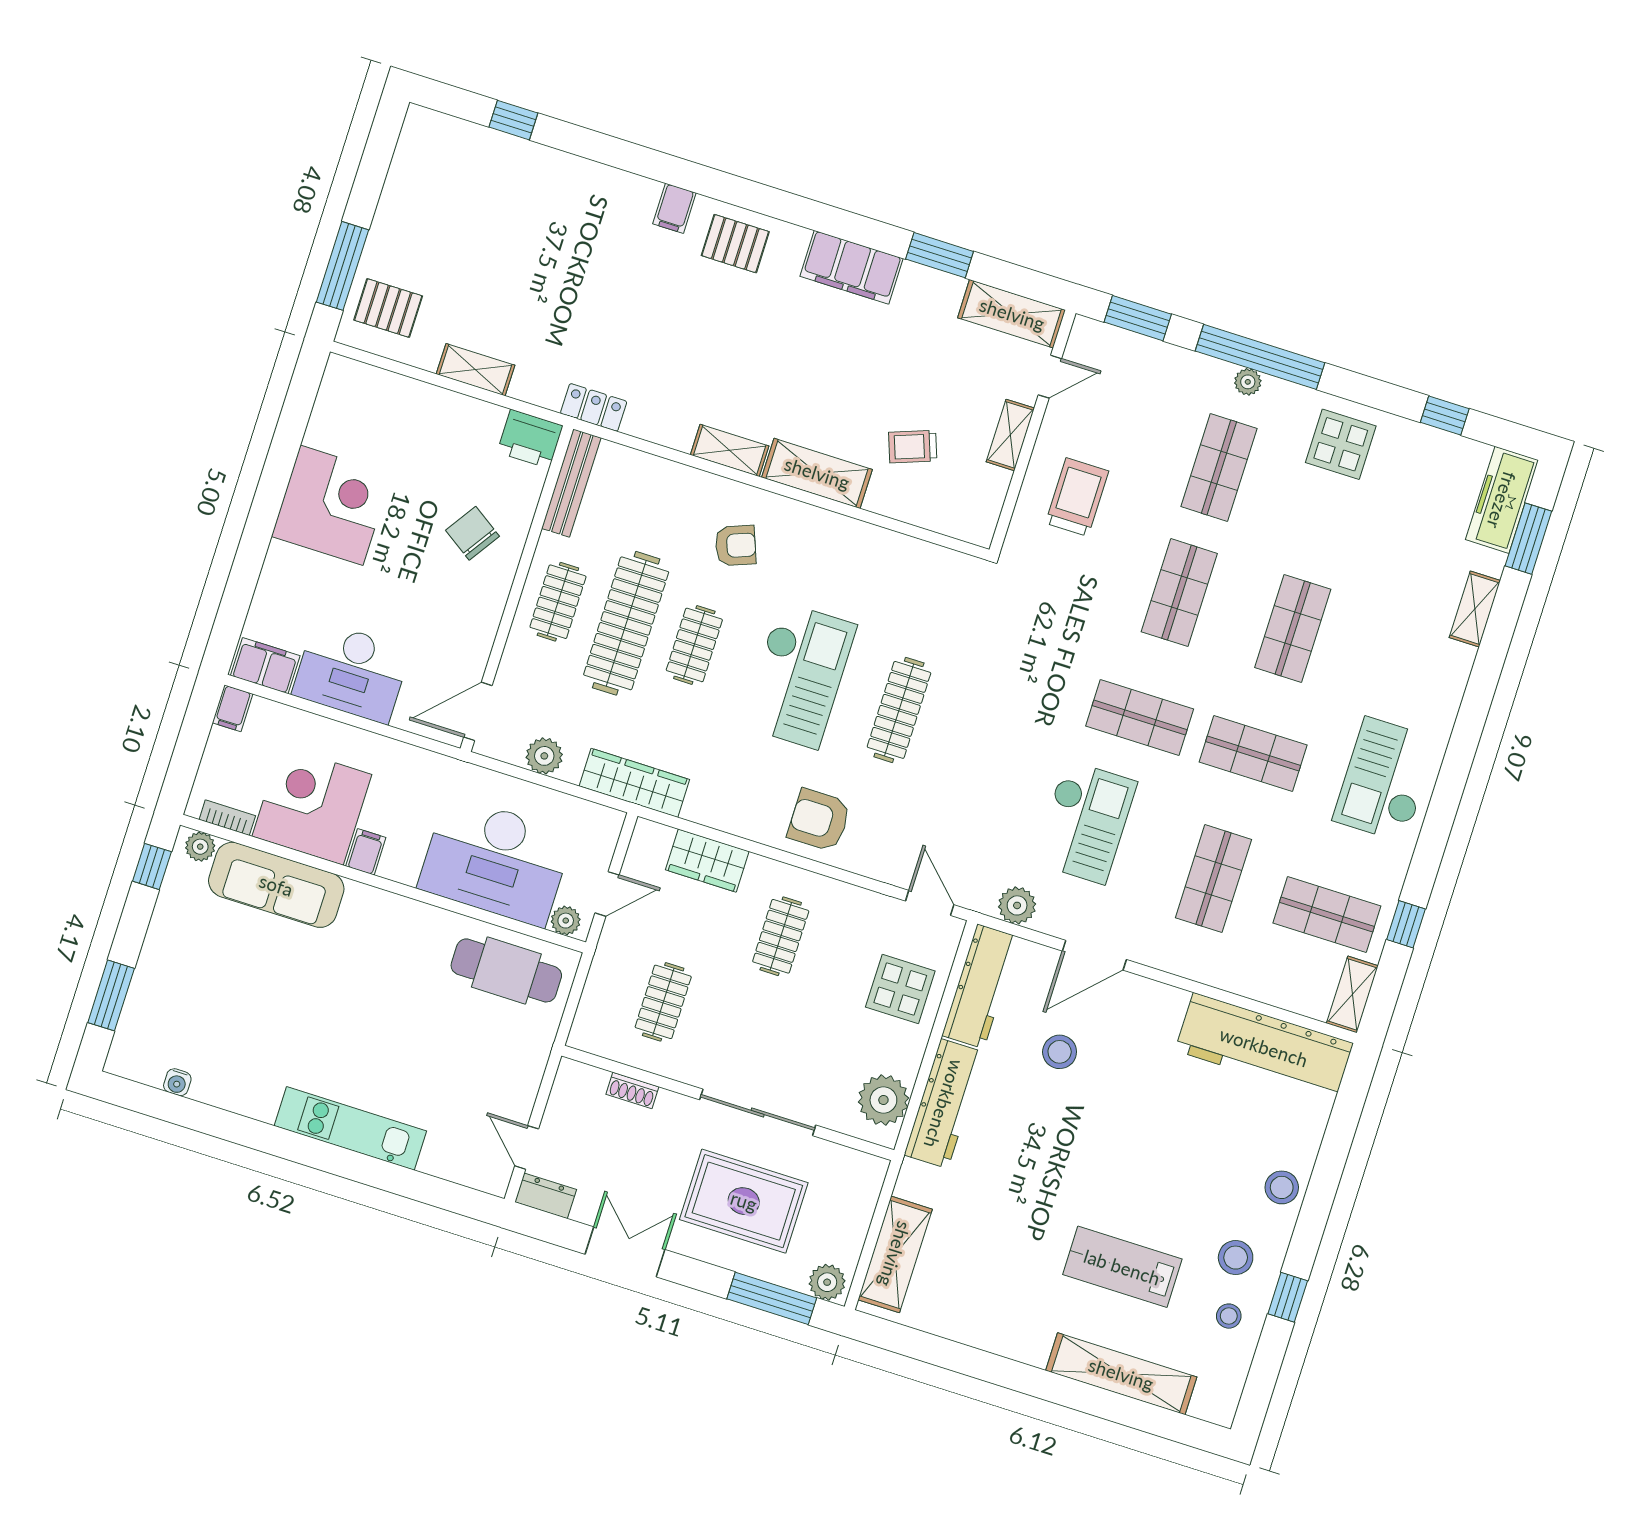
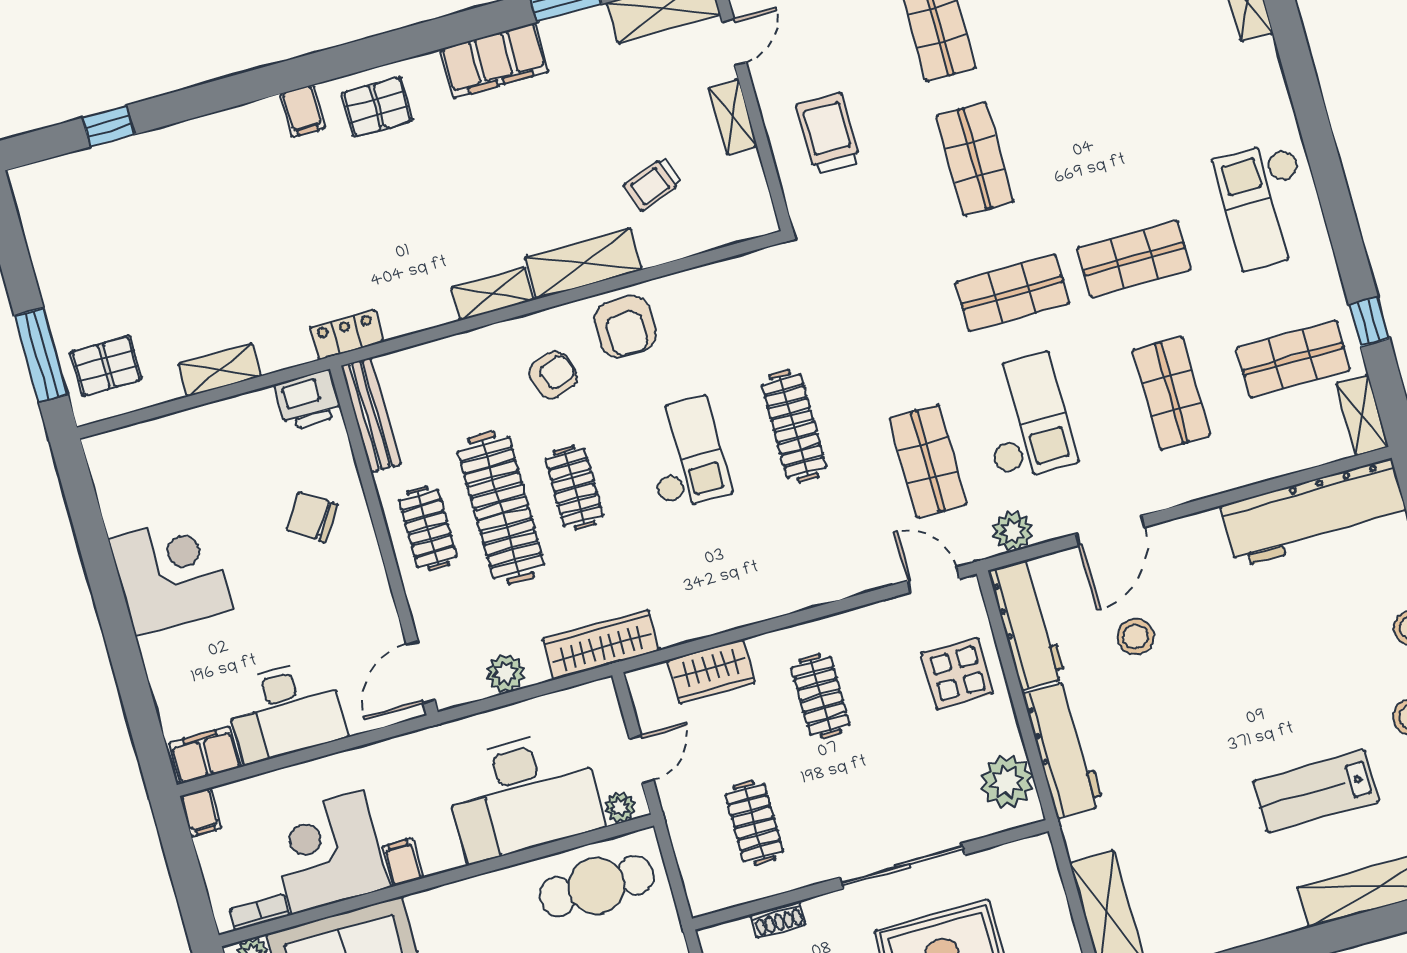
shop shelf: (1293, 628) -> (928, 461), moved
checkout: (799, 675) -> (685, 453), width x0.73, depth x0.83
armchair: (819, 820) -> (625, 327), moved, turned -90

